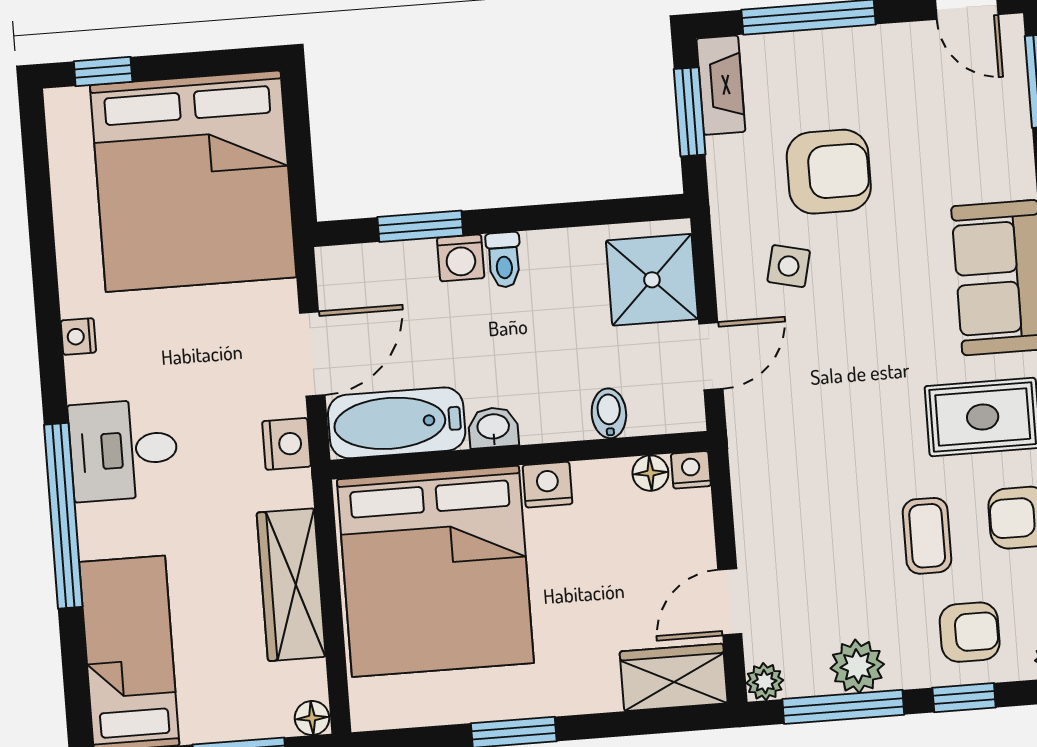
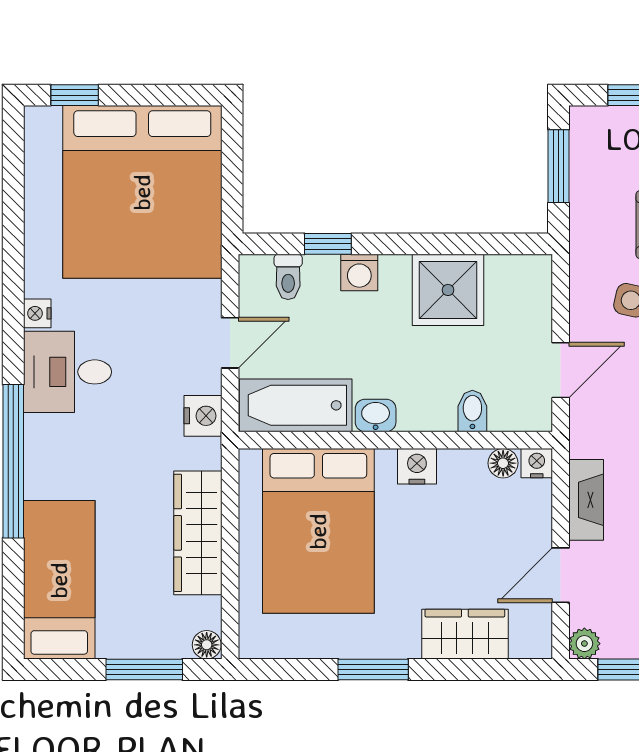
fireplace: (721, 85) -> (586, 500), moved
window: (420, 226) -> (328, 244), width x0.67
toilet: (504, 260) -> (288, 277), moved
shower: (652, 280) -> (448, 290), moved
door: (312, 354) -> (230, 343), width x0.73
desk: (124, 450) -> (67, 372), moved
bed: (435, 571) -> (318, 531), width x0.73
wardrobe: (674, 677) -> (465, 634), moved

